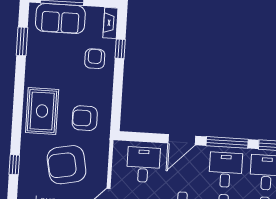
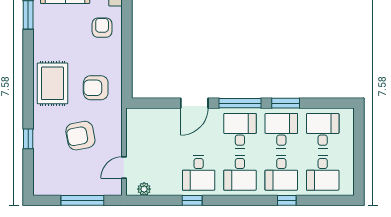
window: (120, 49) -> (127, 16), removed
armchair: (67, 165) -> (80, 136), width x0.73, depth x0.73
desk: (143, 165) -> (157, 131), removed

